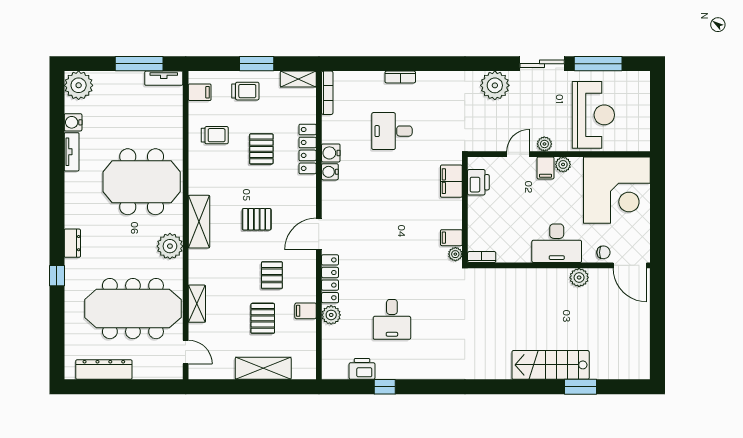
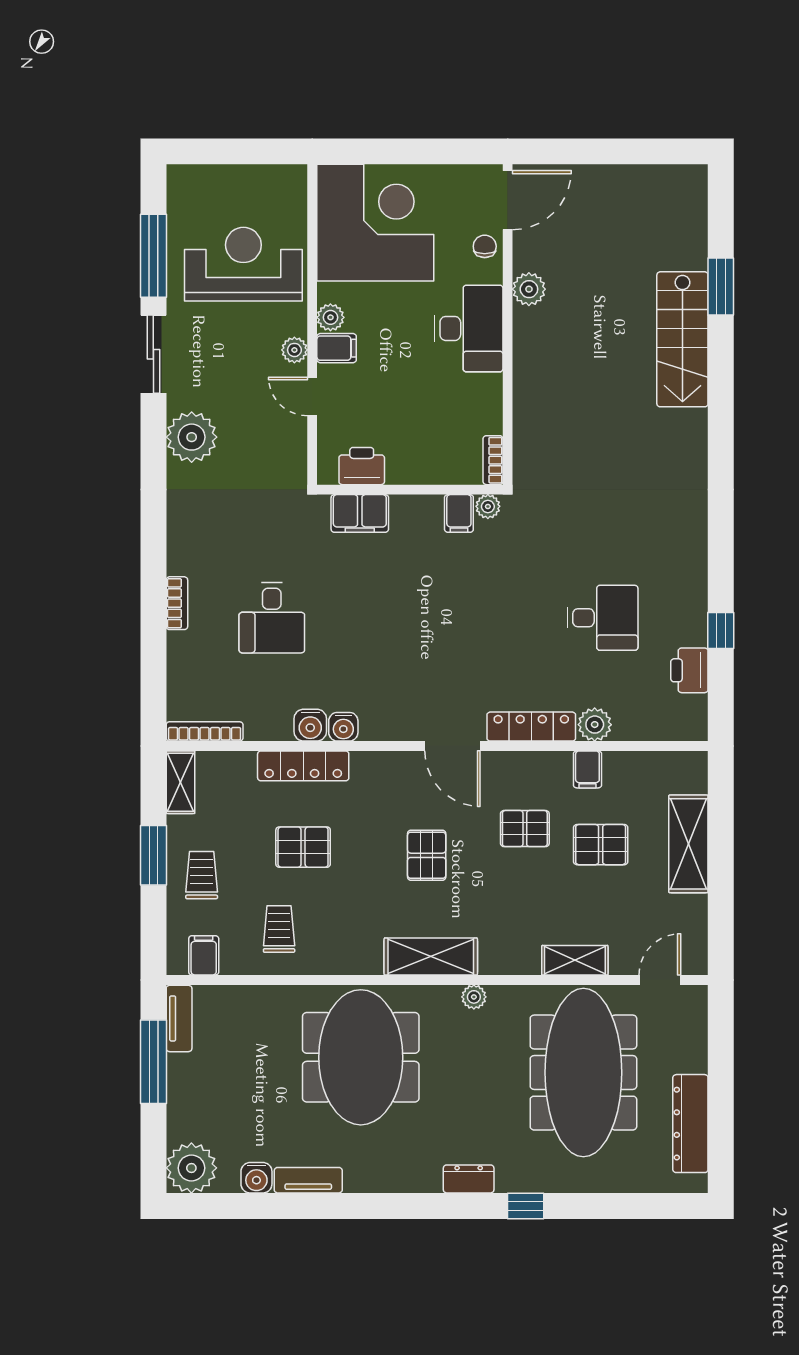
plant: (170, 246) -> (474, 997), width x0.53, depth x0.53

